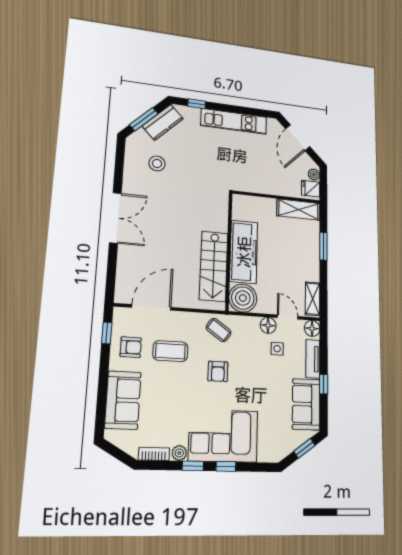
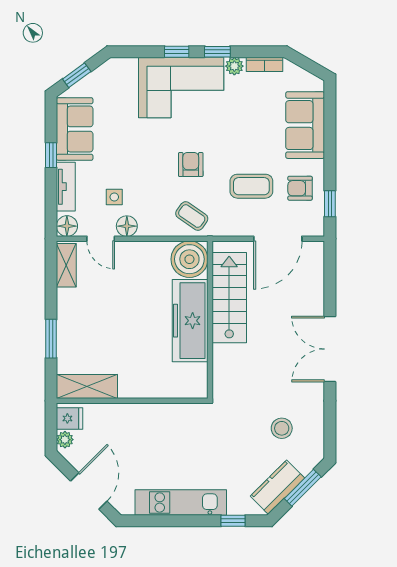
wall: (229, 251) -> (210, 320), moved
freezer: (244, 252) -> (190, 321), moved
stairs: (214, 266) -> (229, 298), moved
boiler: (243, 298) -> (189, 259), moved

